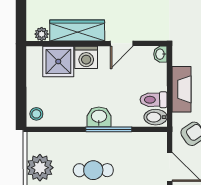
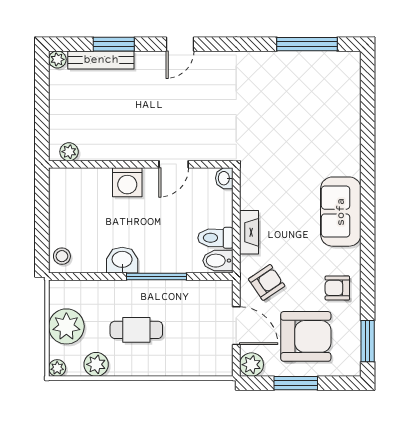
wardrobe: (77, 30) -> (116, 147), removed
shower: (58, 61) -> (91, 188), removed
fireplace: (182, 89) -> (249, 232), width x0.73, depth x0.76
washbasin: (99, 117) -> (122, 260), moved

